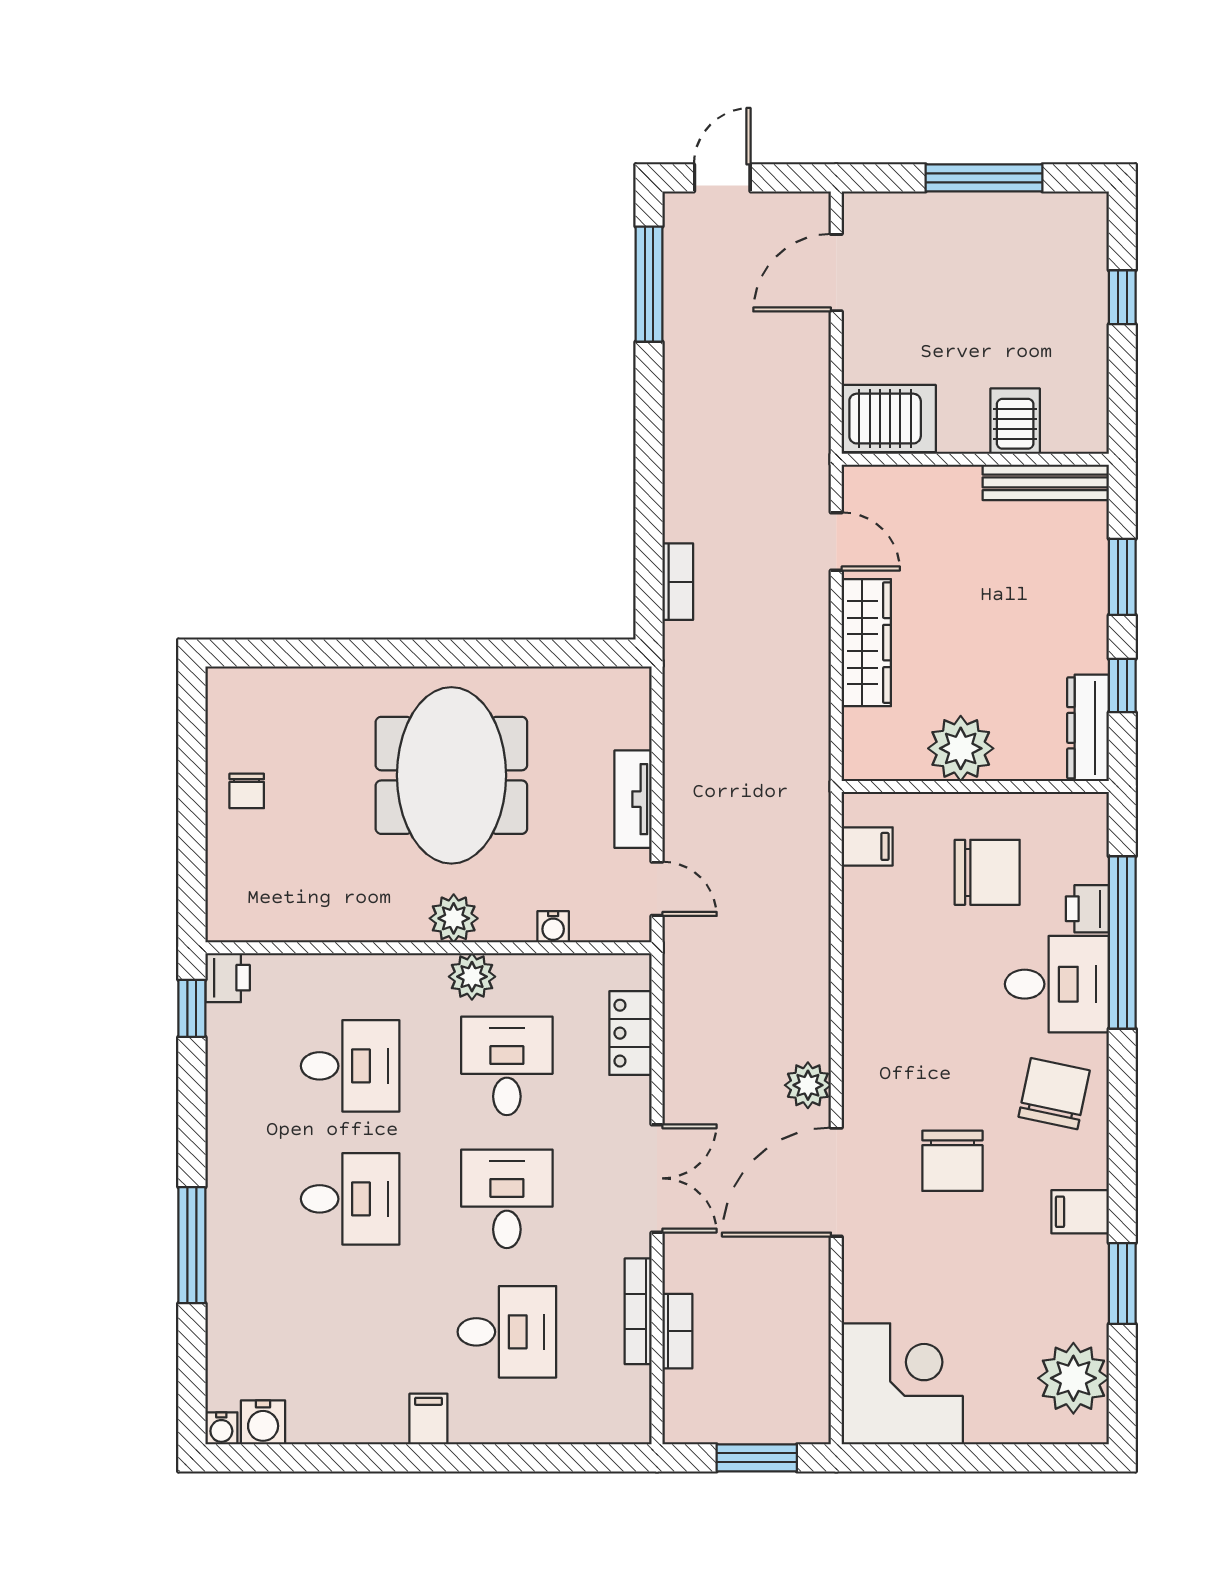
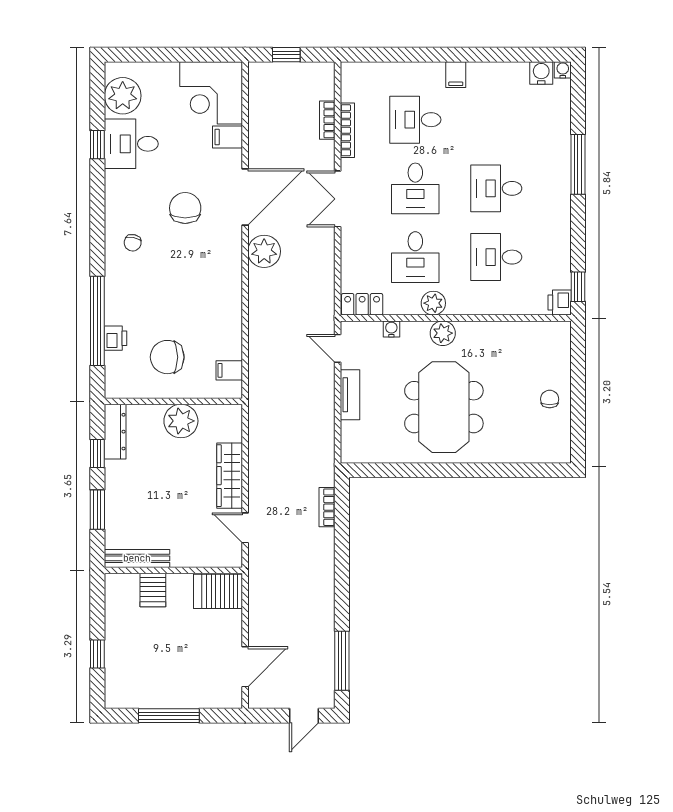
desk: (1057, 984) -> (131, 144), moved
locker: (631, 1033) -> (362, 304), moved, turned -90
plant: (808, 1085) -> (264, 251), width x1.36, depth x1.36
chair: (1054, 1094) -> (133, 243), width x0.54, depth x0.54
filing cabinet: (1080, 1212) -> (228, 137), moved, turned 180
window: (1122, 1284) -> (97, 145), width x0.67
window: (757, 1458) -> (286, 55), width x0.67

